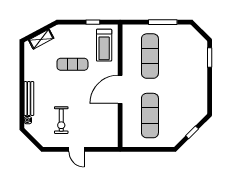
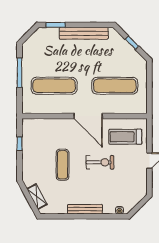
treadmill: (104, 45) -> (125, 137), moved, turned 180
bench: (201, 85) -> (84, 33), added
bench: (29, 99) -> (85, 209), moved
exercise bike: (61, 120) -> (100, 162), moved

